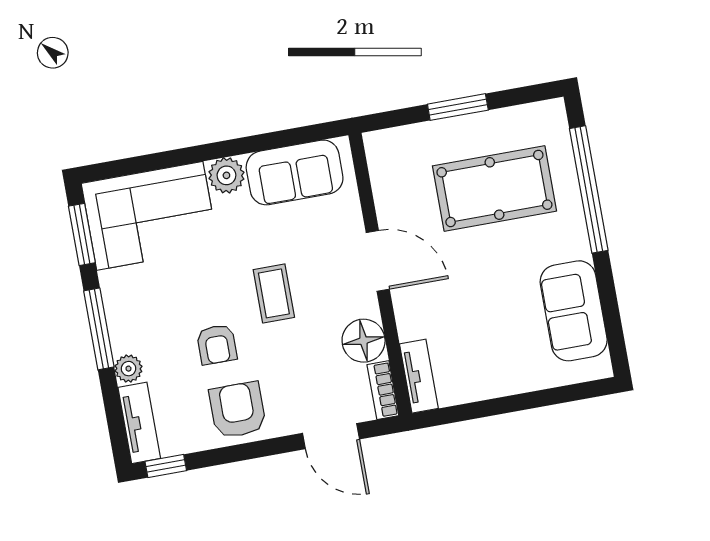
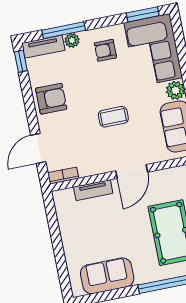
window: (99, 329) -> (64, 30), moved
floor lamp: (364, 341) -> (89, 165), removed
armchair: (217, 344) -> (105, 50), moved
tv unit: (419, 376) -> (93, 190), moved

